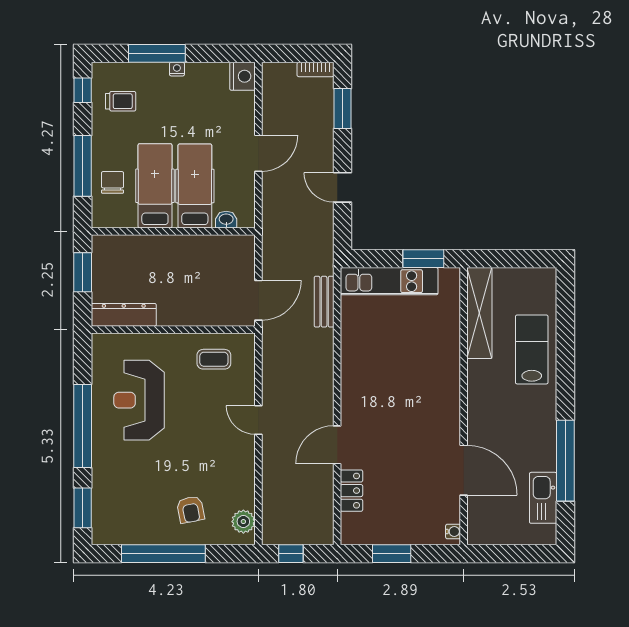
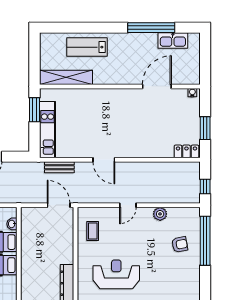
reception desk: (139, 400) -> (116, 274), turned 180
door: (337, 445) -> (104, 160), moved
locker: (351, 491) -> (186, 151), moved
plant: (243, 522) -> (160, 214), moved
window: (163, 554) -> (205, 241), moved

